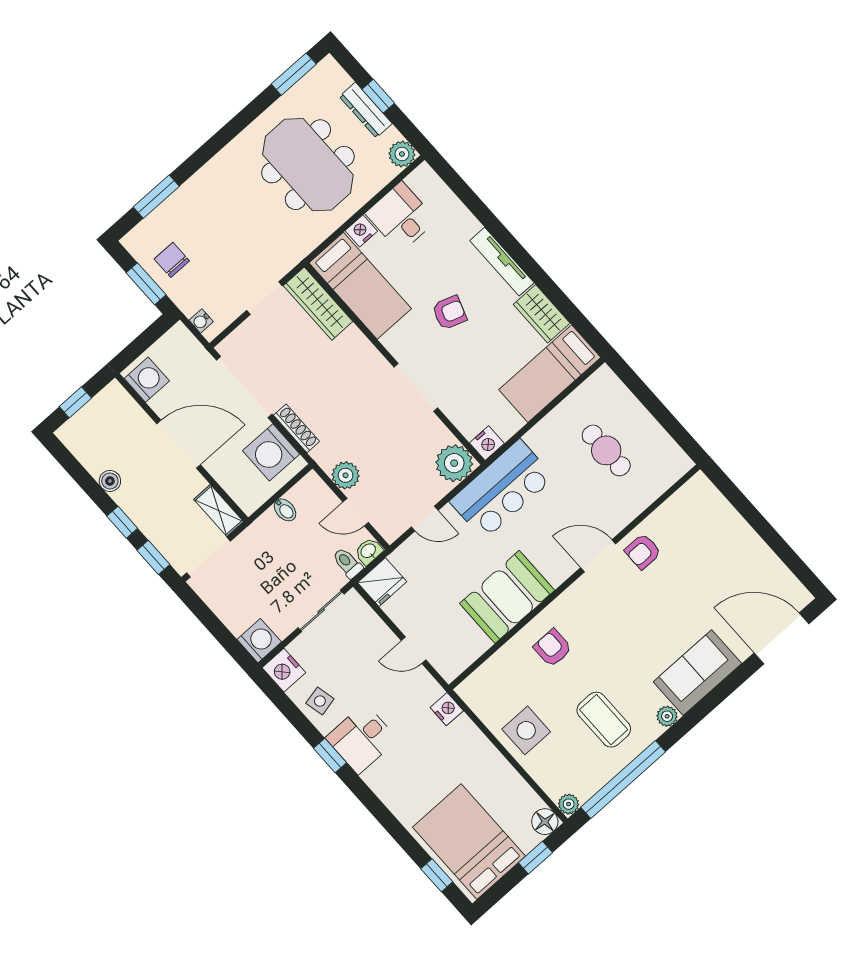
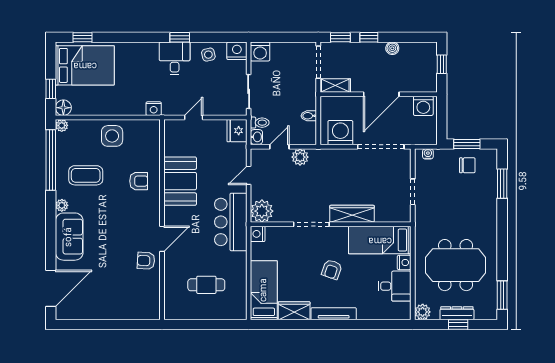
wardrobe: (318, 304) -> (352, 214), moved
shoe rack: (297, 428) -> (341, 154), removed
armchair: (643, 551) -> (146, 261), turned -87

